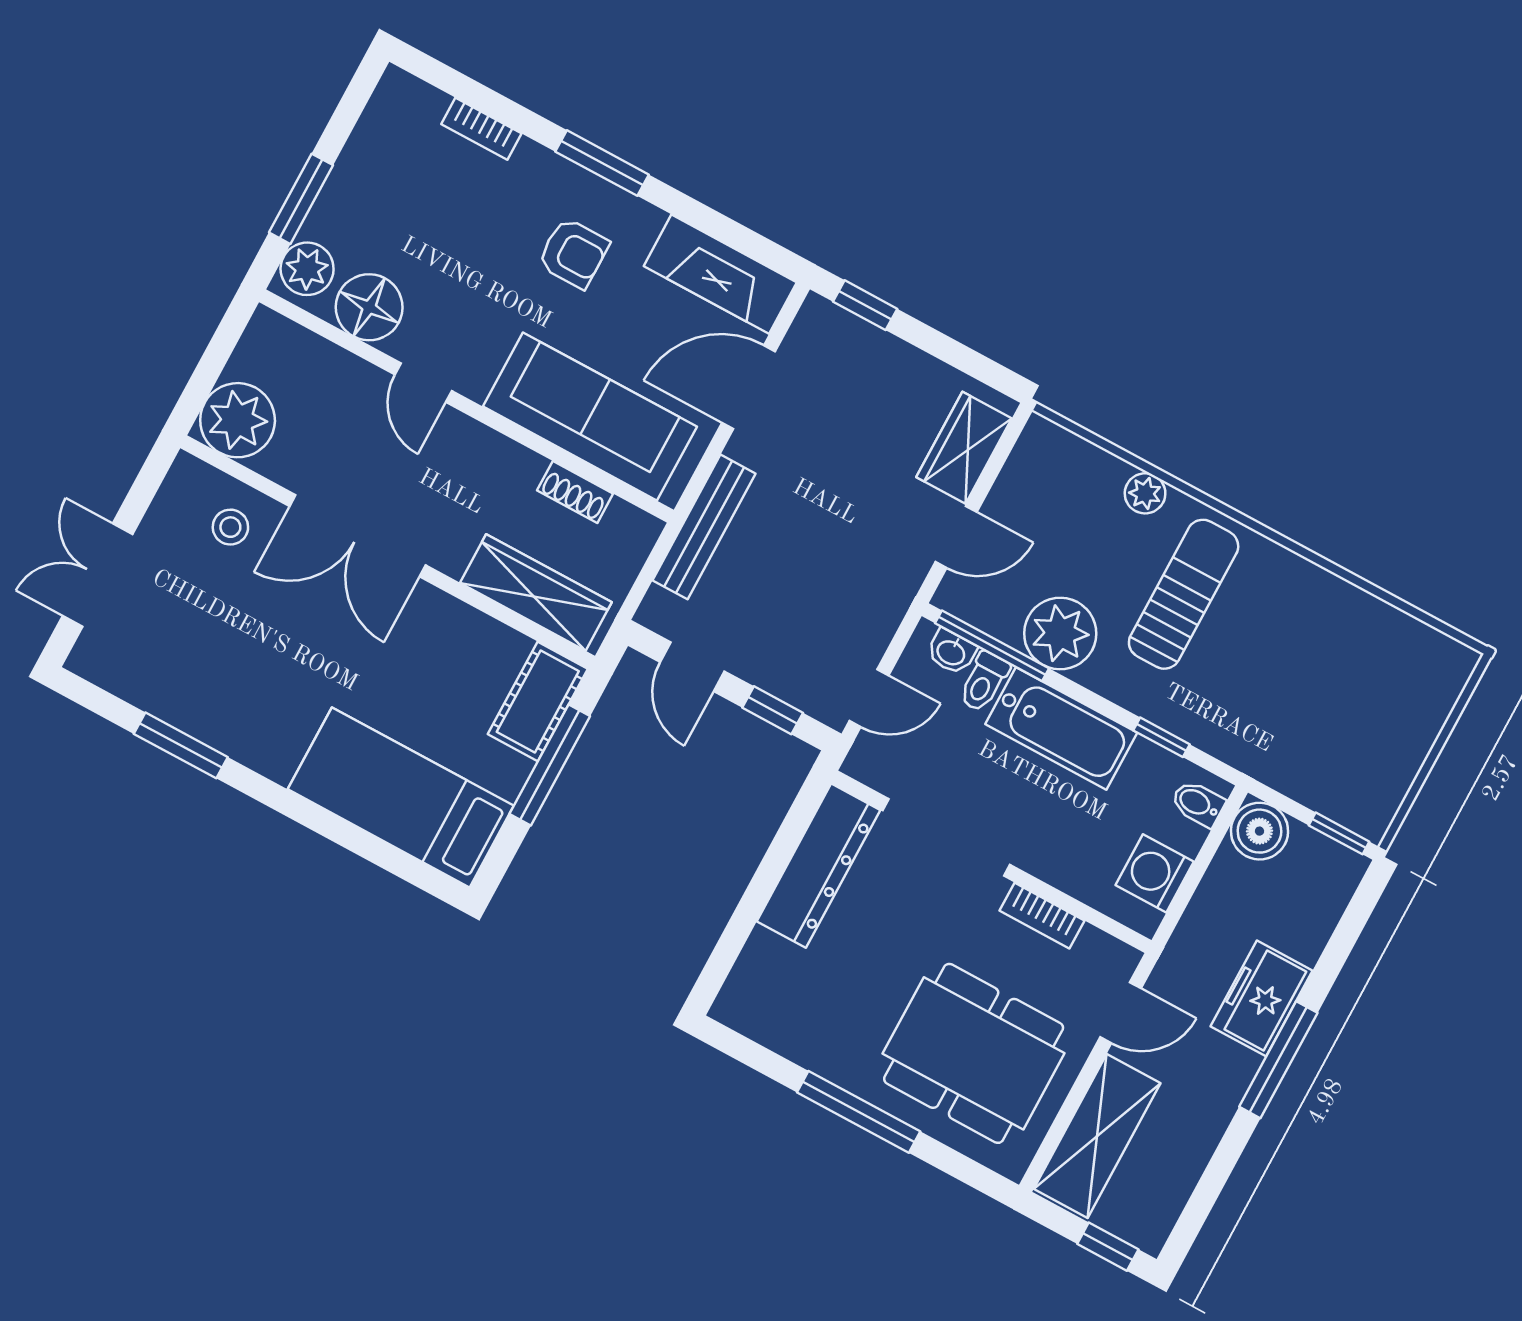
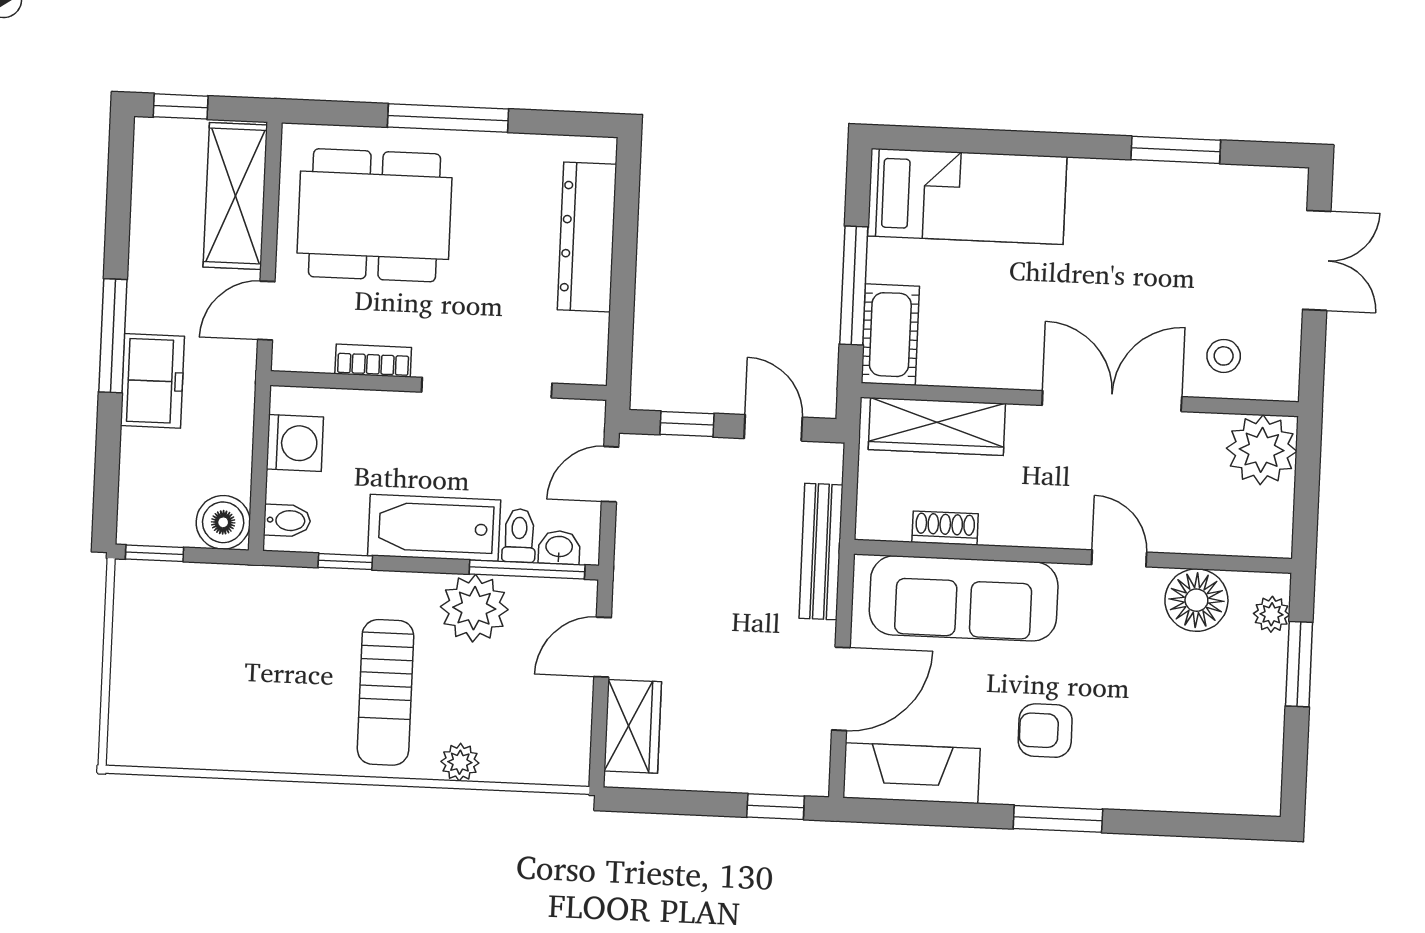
bookcase: (481, 129) -> (1175, 798), removed
plant: (307, 269) -> (1272, 614), width x0.73, depth x0.73
dresser: (818, 866) -> (587, 237), moved

